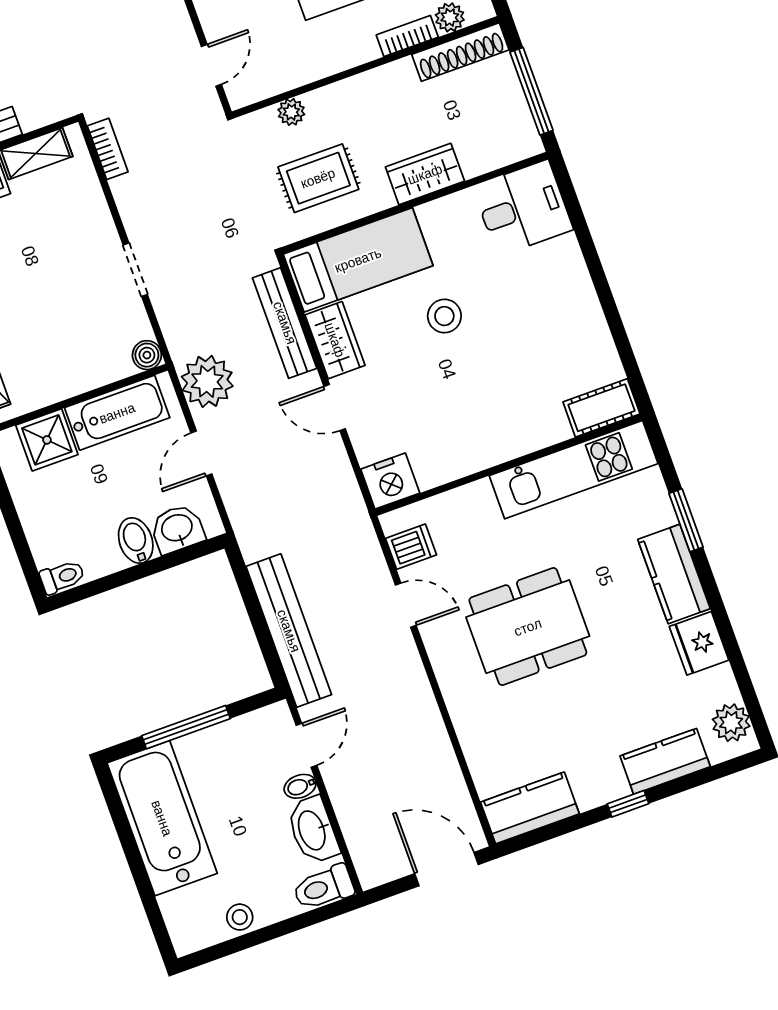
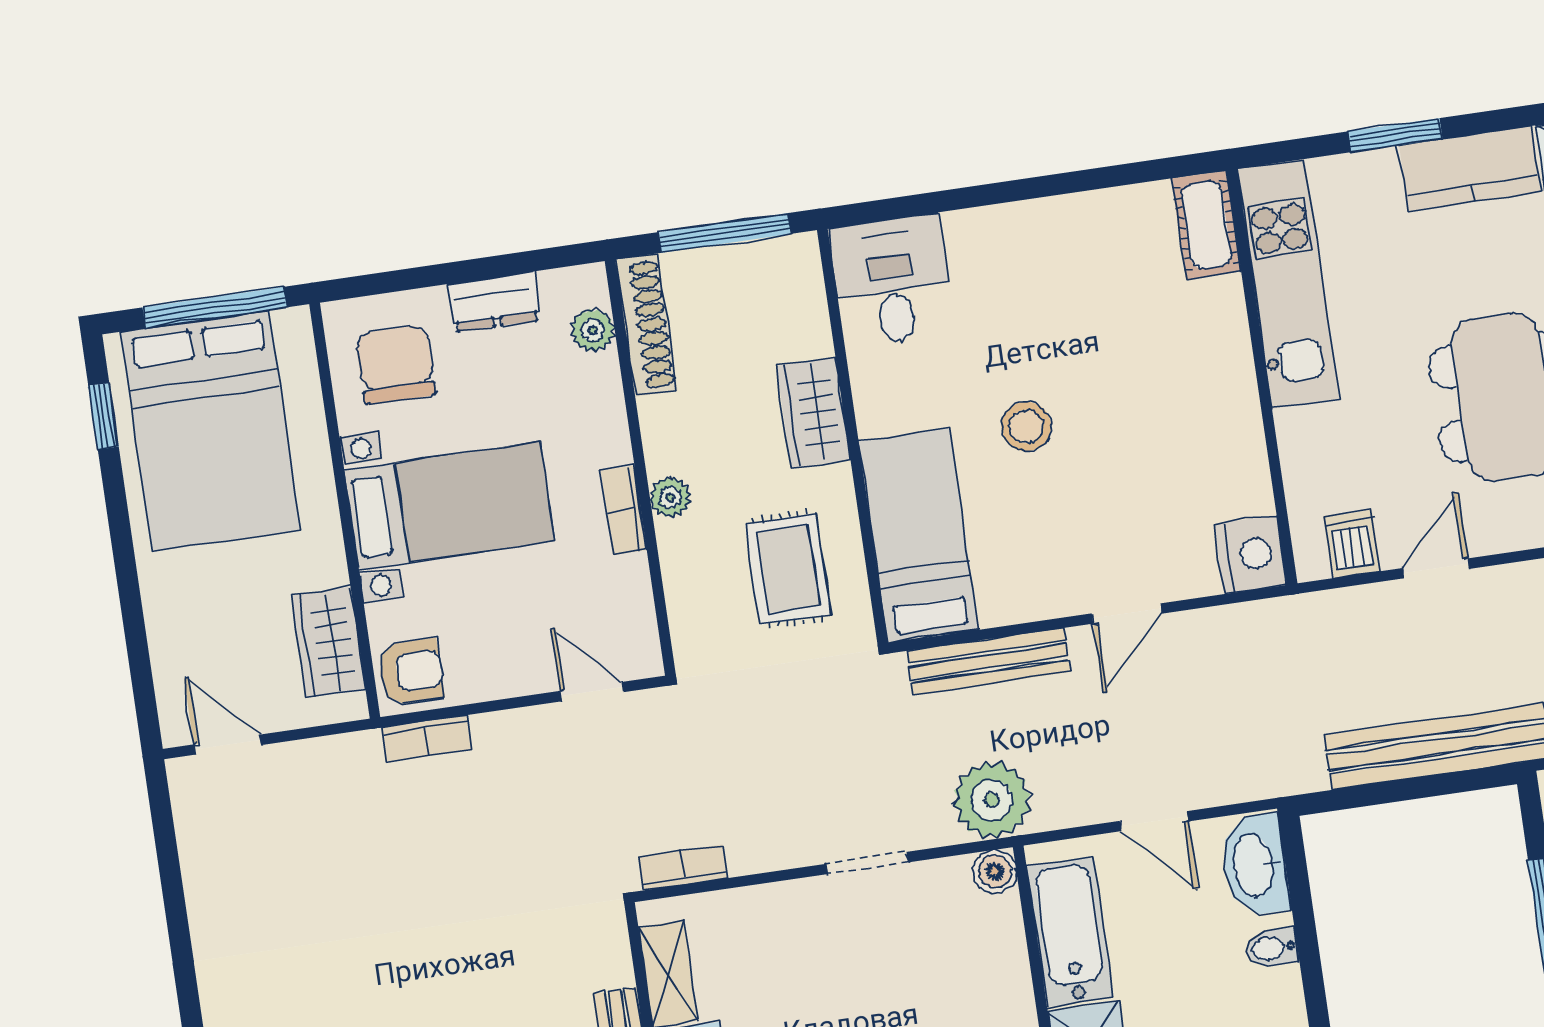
bookcase: (407, 36) -> (624, 510), moved
plant: (291, 112) -> (670, 497), moved
wardrobe: (335, 340) -> (1029, 593), removed
plant: (207, 381) -> (992, 800), moved
washbasin: (177, 529) -> (1255, 865), width x1.38
bidet: (136, 541) -> (1272, 948), width x0.72, depth x0.74

